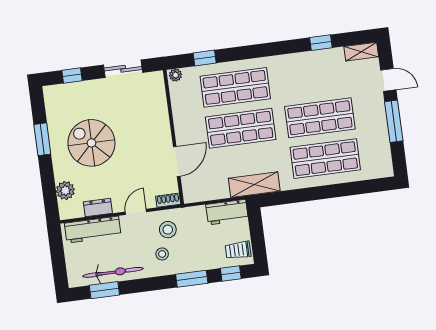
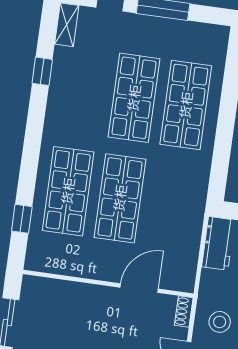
plant: (176, 75) -> (33, 260), removed
door: (177, 162) -> (139, 288), hinge flipped
shelving: (254, 185) -> (194, 201), removed

